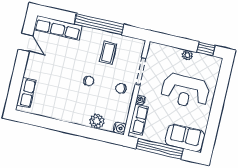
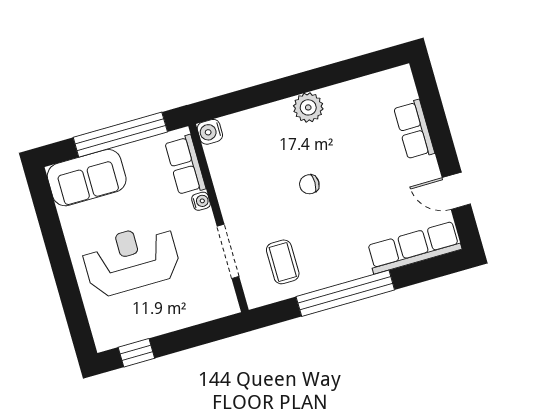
coffee table: (108, 53) -> (283, 262), moved
plant: (187, 55) -> (162, 324), removed
chair: (121, 88) -> (246, 203), removed
row of seats: (26, 93) -> (414, 130), moved
plant: (97, 121) -> (308, 107), moved

